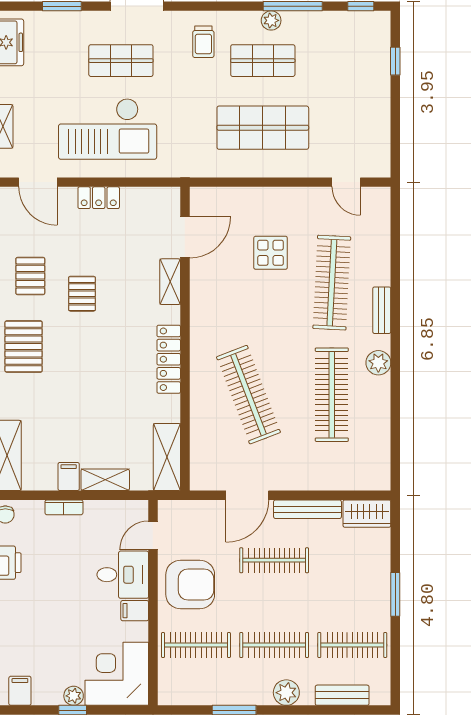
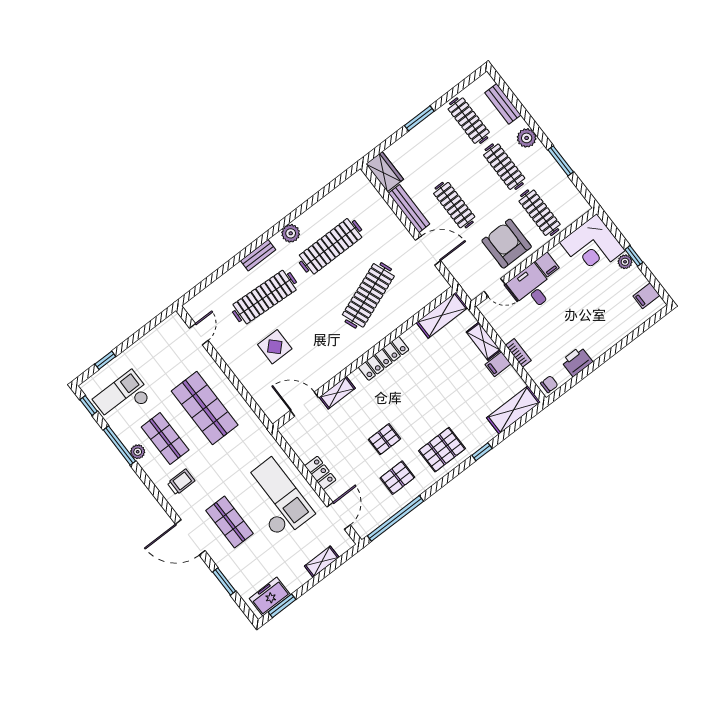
checkout: (341, 49) -> (123, 398), added

